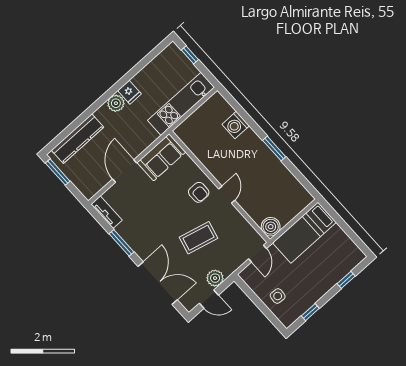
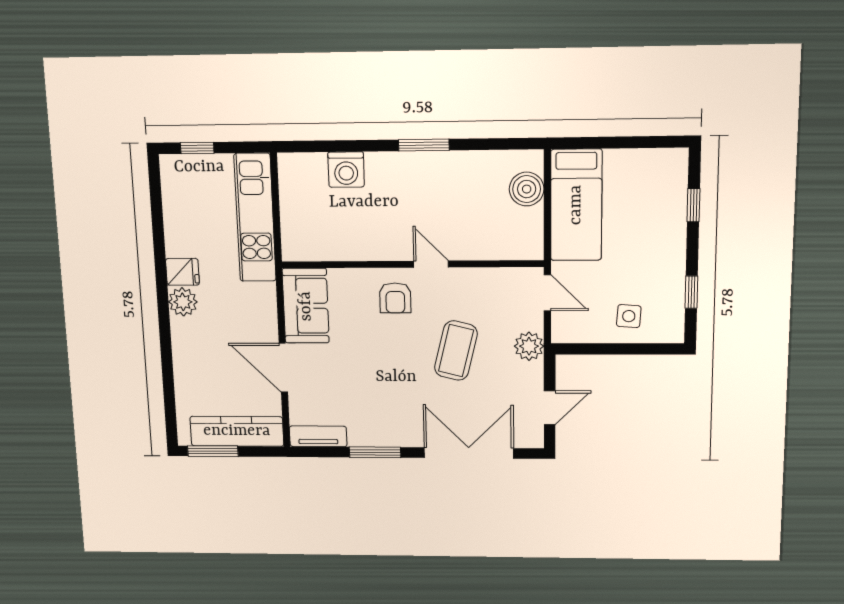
kitchen counter: (78, 139) -> (237, 431), moved, turned -90
armchair: (199, 192) -> (395, 298), turned 90
boiler: (271, 227) -> (527, 189), moved
plant: (215, 278) -> (529, 346), moved

